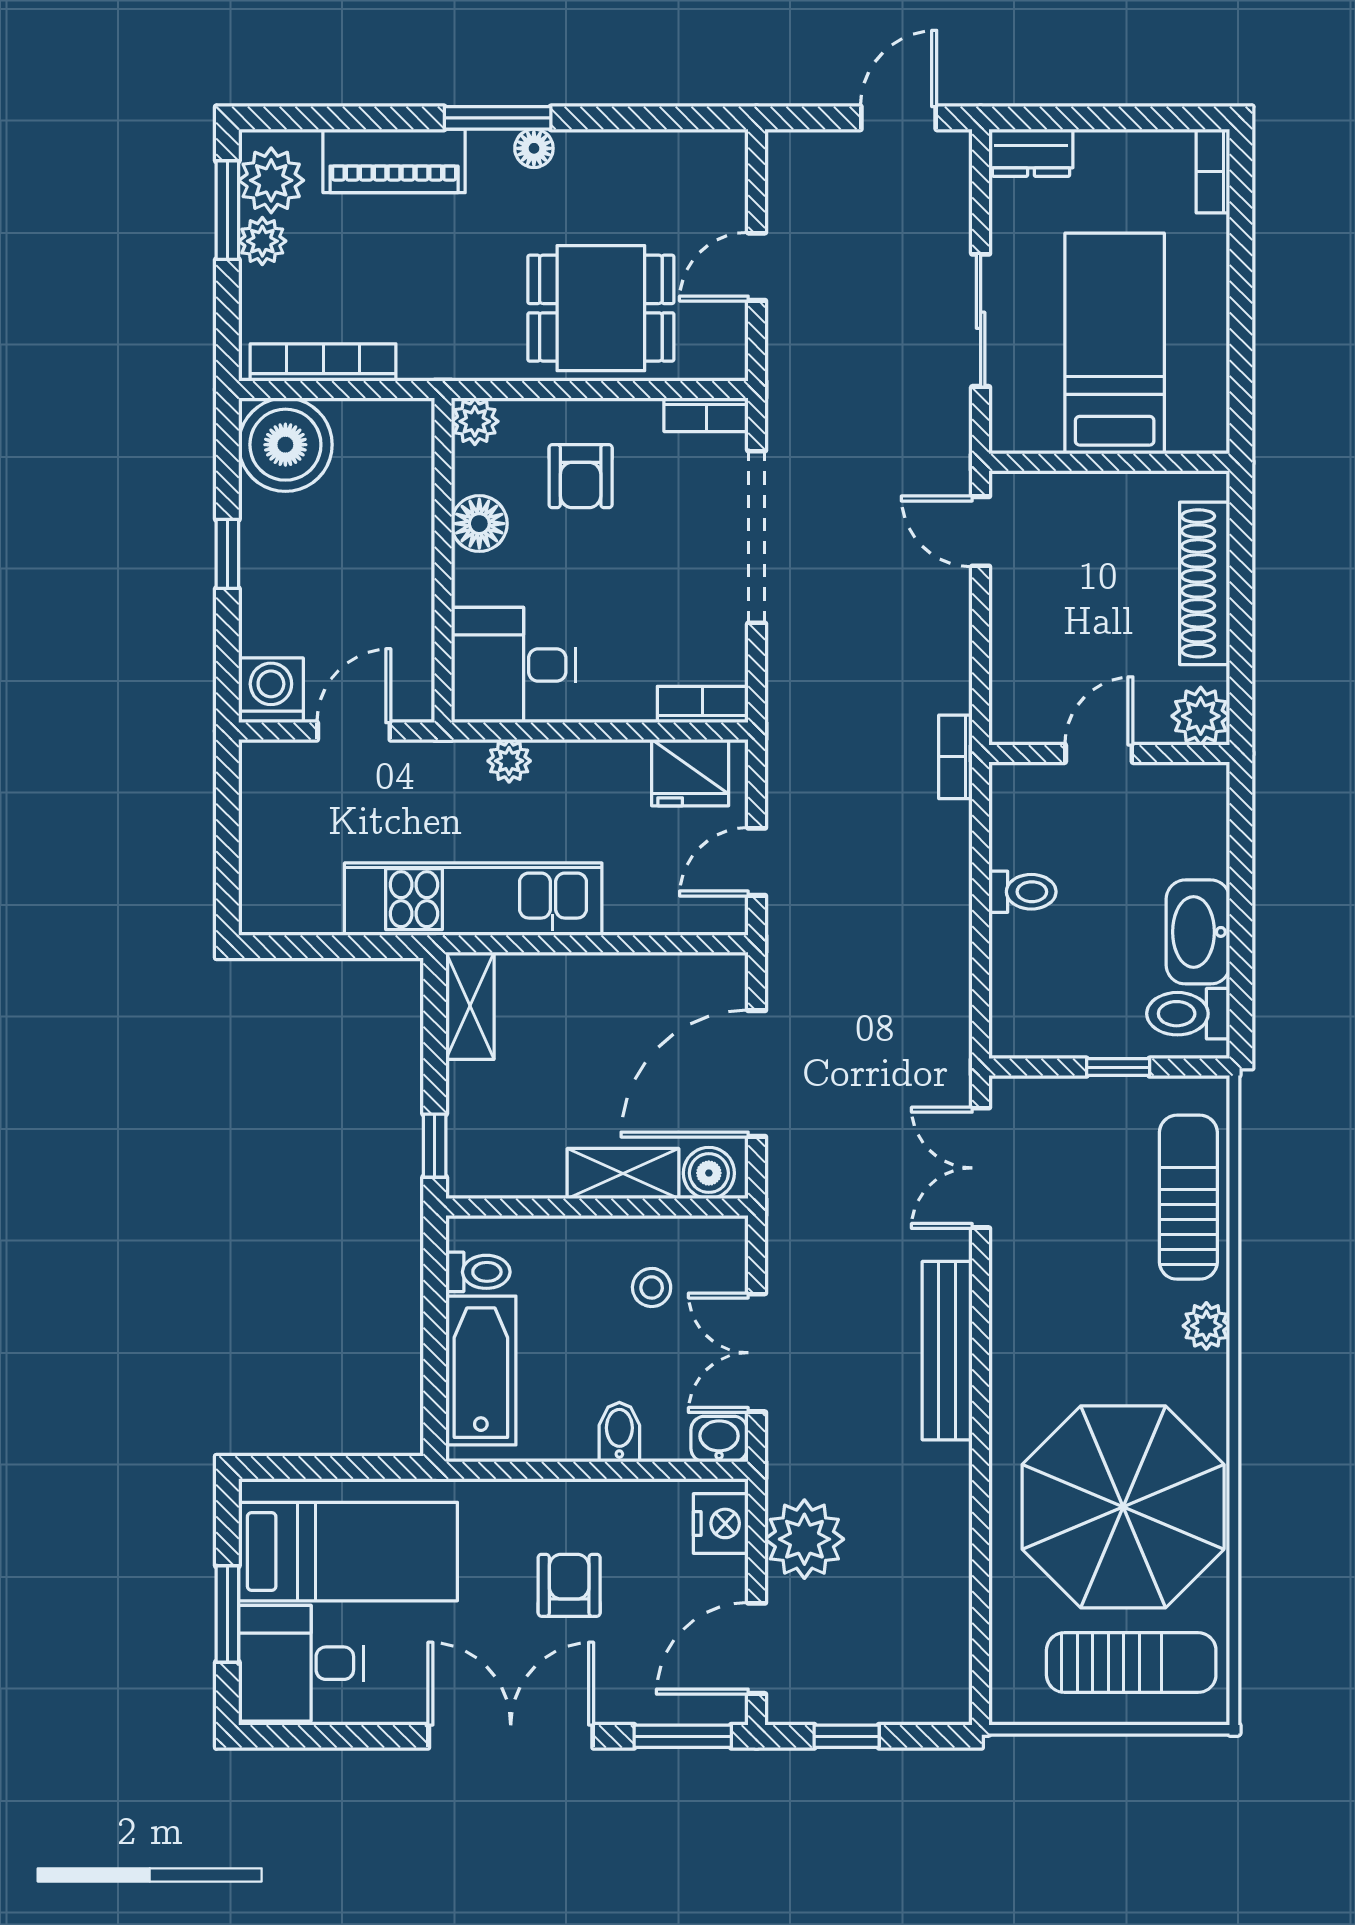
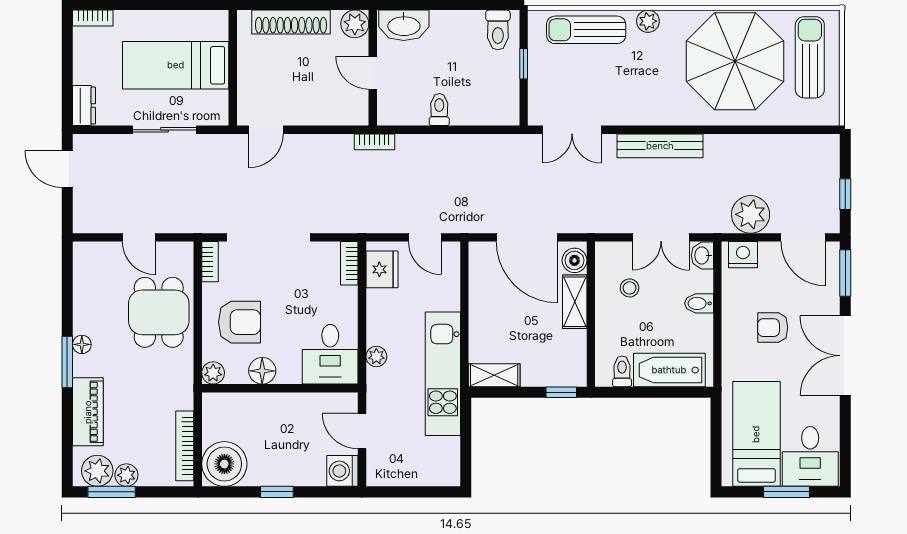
armchair: (581, 476) -> (239, 322), width x1.38, depth x1.38
washbasin: (1198, 932) -> (404, 25), moved

